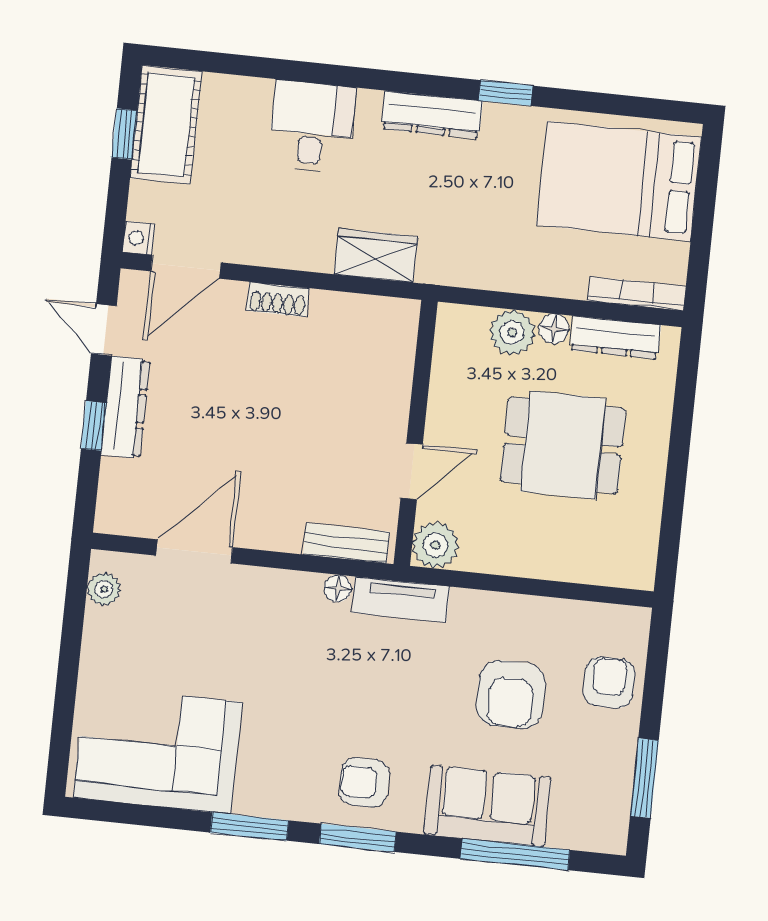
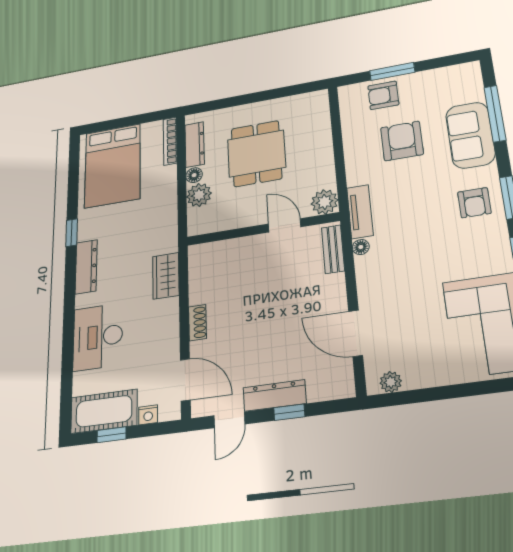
desk: (312, 127) -> (98, 337), width x1.37
nightstand: (139, 238) -> (148, 415), moved
armchair: (511, 694) -> (402, 141), turned -90
window: (644, 778) -> (392, 71), moved

